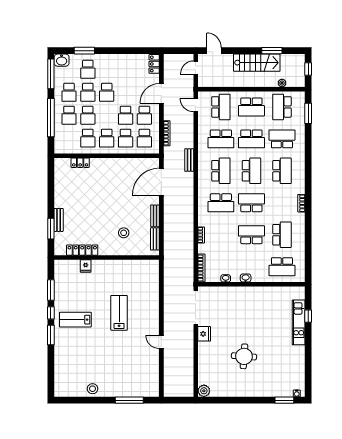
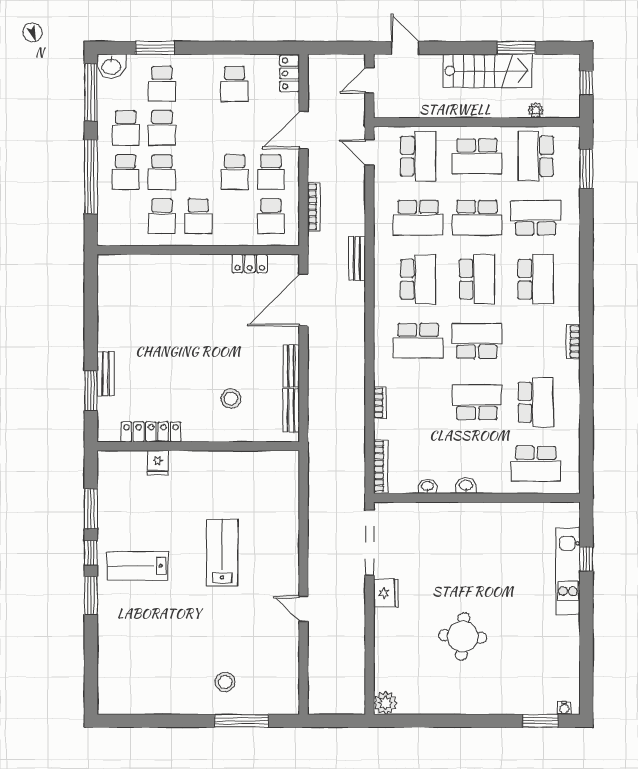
school desk: (107, 92) -> (235, 84), moved
school desk: (126, 138) -> (235, 216), removed
locker: (80, 163) -> (250, 264), moved
stool: (93, 389) -> (225, 682), moved

